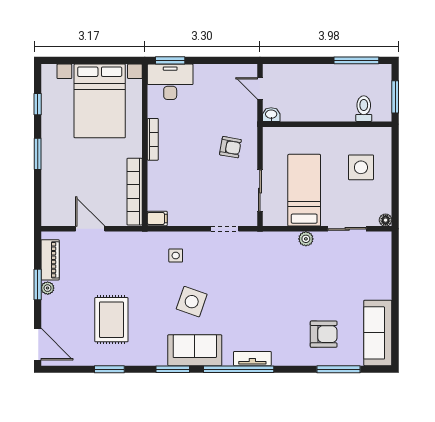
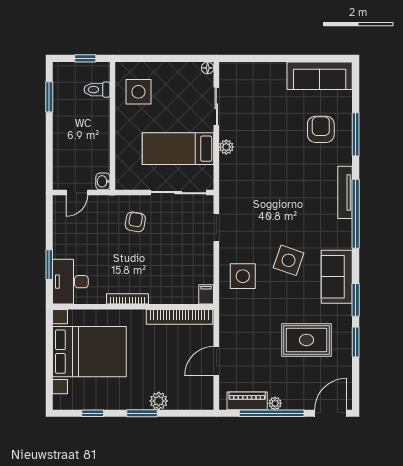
window: (170, 60) -> (49, 265), moved
window: (356, 60) -> (49, 97), width x0.69
window: (395, 97) -> (85, 58), width x0.67
side table: (361, 167) -> (138, 92), moved
plant: (50, 171) -> (159, 401), added
sliding door: (260, 191) -> (178, 193), width x1.37
side table: (176, 255) -> (243, 276), width x1.87, depth x1.87
window: (38, 285) -> (272, 413), width x2.11
sofa: (195, 350) -> (337, 277), moved
tv unit: (252, 359) -> (345, 192), width x1.41
window: (173, 369) -> (356, 300), moved
window: (339, 369) -> (356, 134), moved

